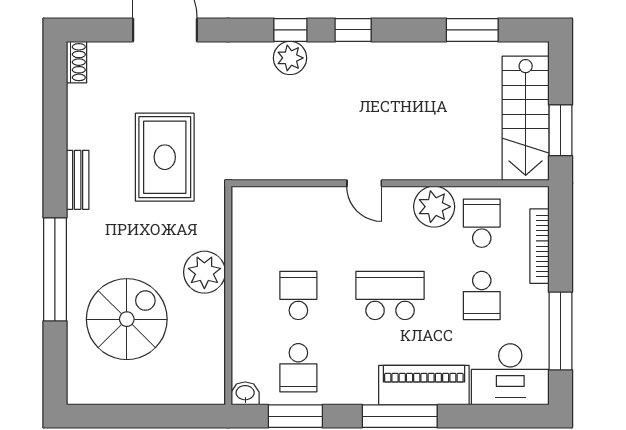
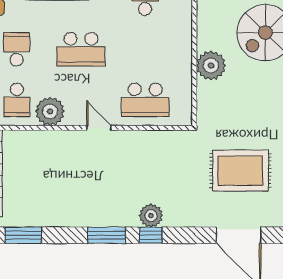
window: (353, 30) -> (107, 235), width x1.50
rug: (165, 157) -> (240, 171), moved, turned 90
school desk: (298, 295) -> (145, 100), moved, width x1.85

